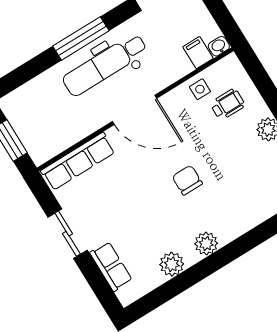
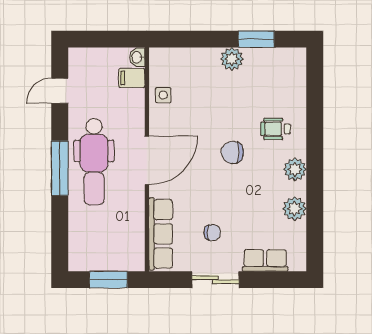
wheelchair: (228, 104) -> (275, 129), moved, turned -90
chair: (107, 206) -> (212, 233), added

